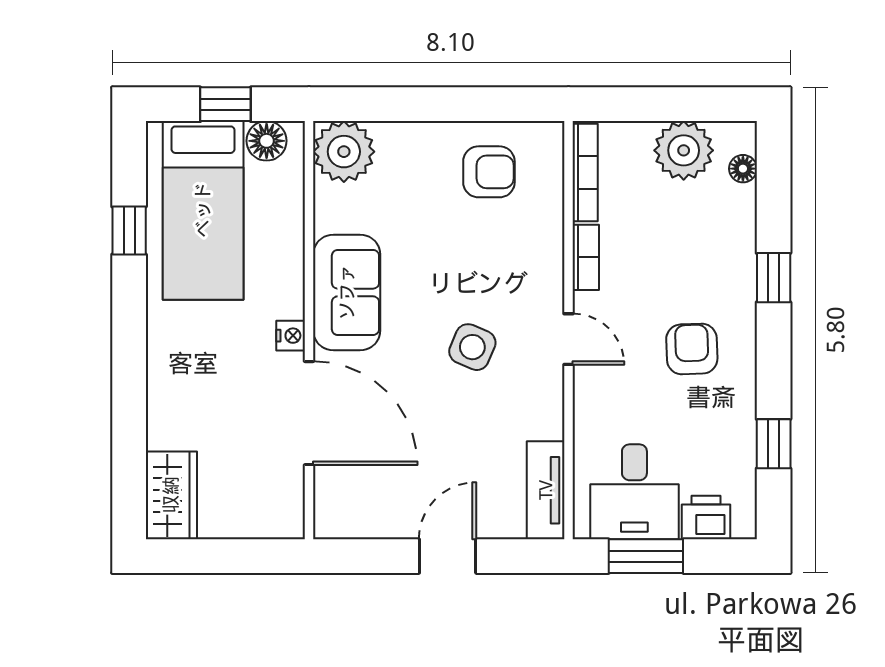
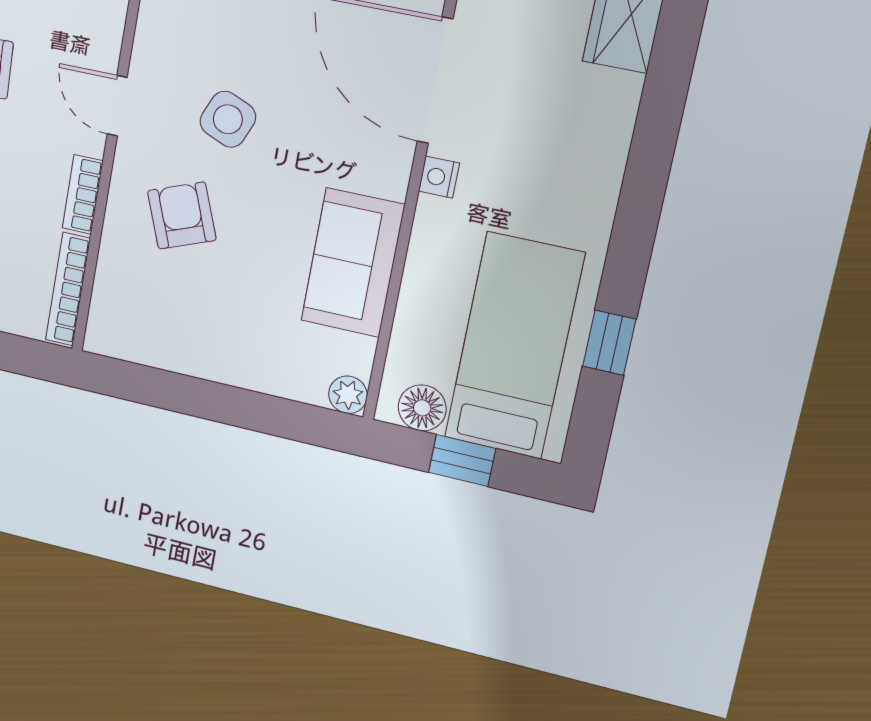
plant: (344, 152) -> (348, 395), width x0.53, depth x0.53
armchair: (489, 172) -> (182, 215), moved, turned 69
sofa: (347, 292) -> (353, 263), moved

